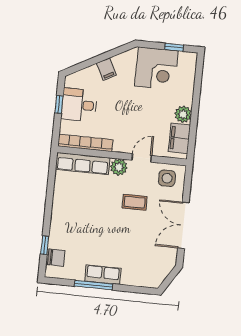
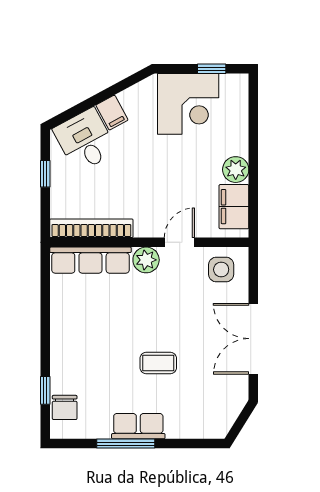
desk: (79, 105) -> (85, 140), moved, turned 62
coffee table: (135, 202) -> (158, 363), moved
chair: (56, 258) -> (65, 407), turned 90

